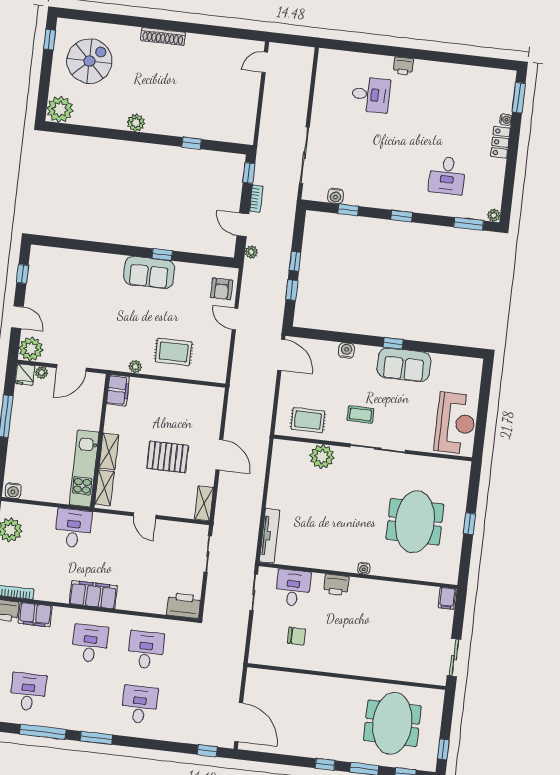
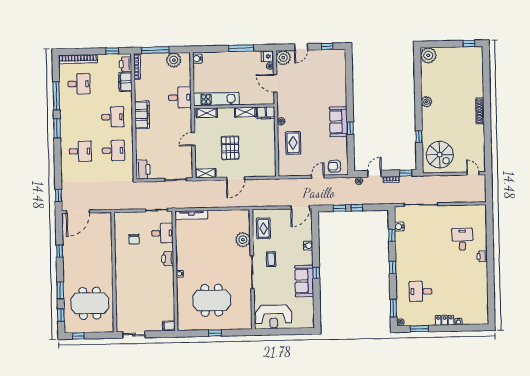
spiral stairs: (89, 61) -> (440, 155), moved
desk: (371, 95) -> (462, 239), turned 180
window: (519, 98) -> (419, 329), moved
shelving: (109, 452) -> (245, 112), moved
window: (325, 764) -> (60, 251), moved

